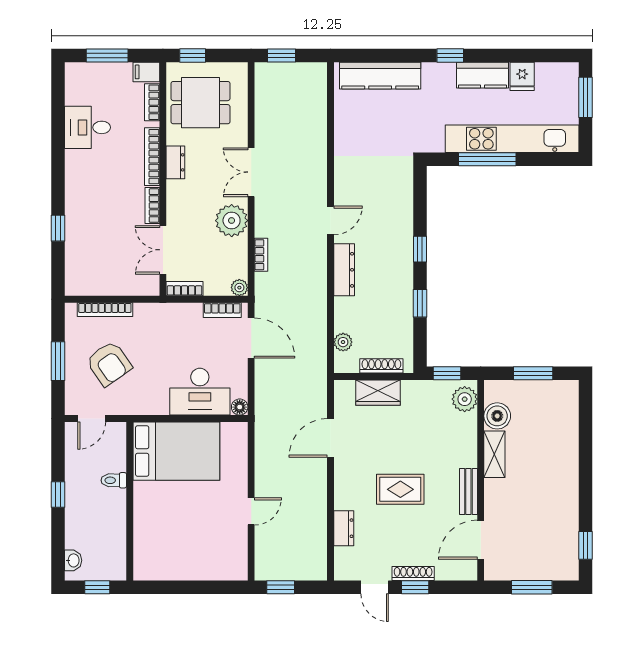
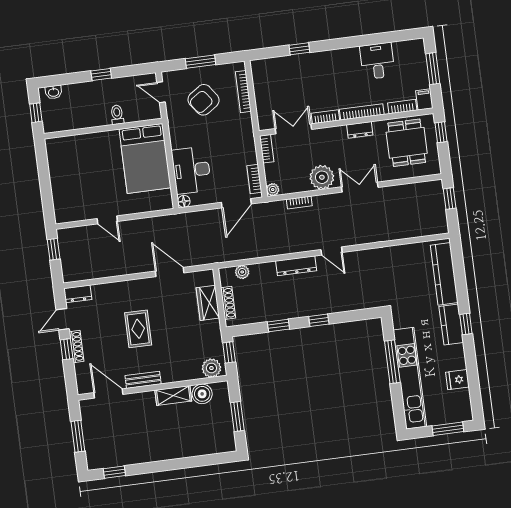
kitchen counter: (482, 75) -> (451, 325), moved
dresser: (344, 528) -> (78, 294), moved

